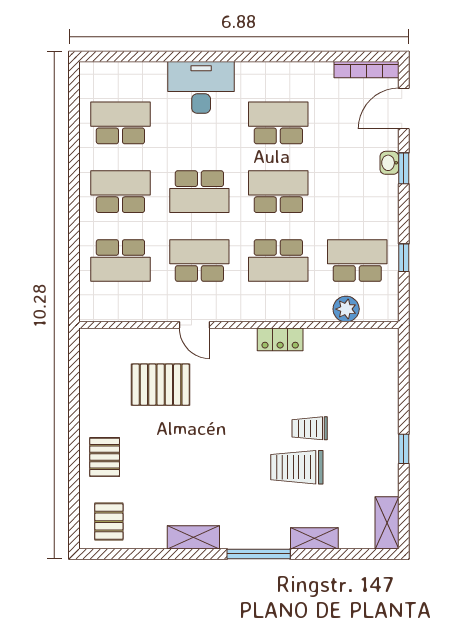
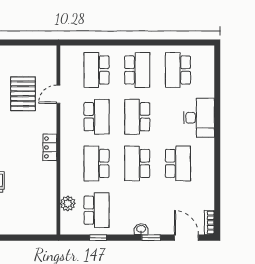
bookcase: (366, 70) -> (209, 223), width x0.64
school desk: (120, 123) -> (178, 70), turned 180
washbasin: (389, 163) -> (141, 229), moved
school desk: (278, 192) -> (137, 163), turned 180
door: (195, 325) -> (58, 94), moved
locker: (280, 339) -> (50, 147), moved

